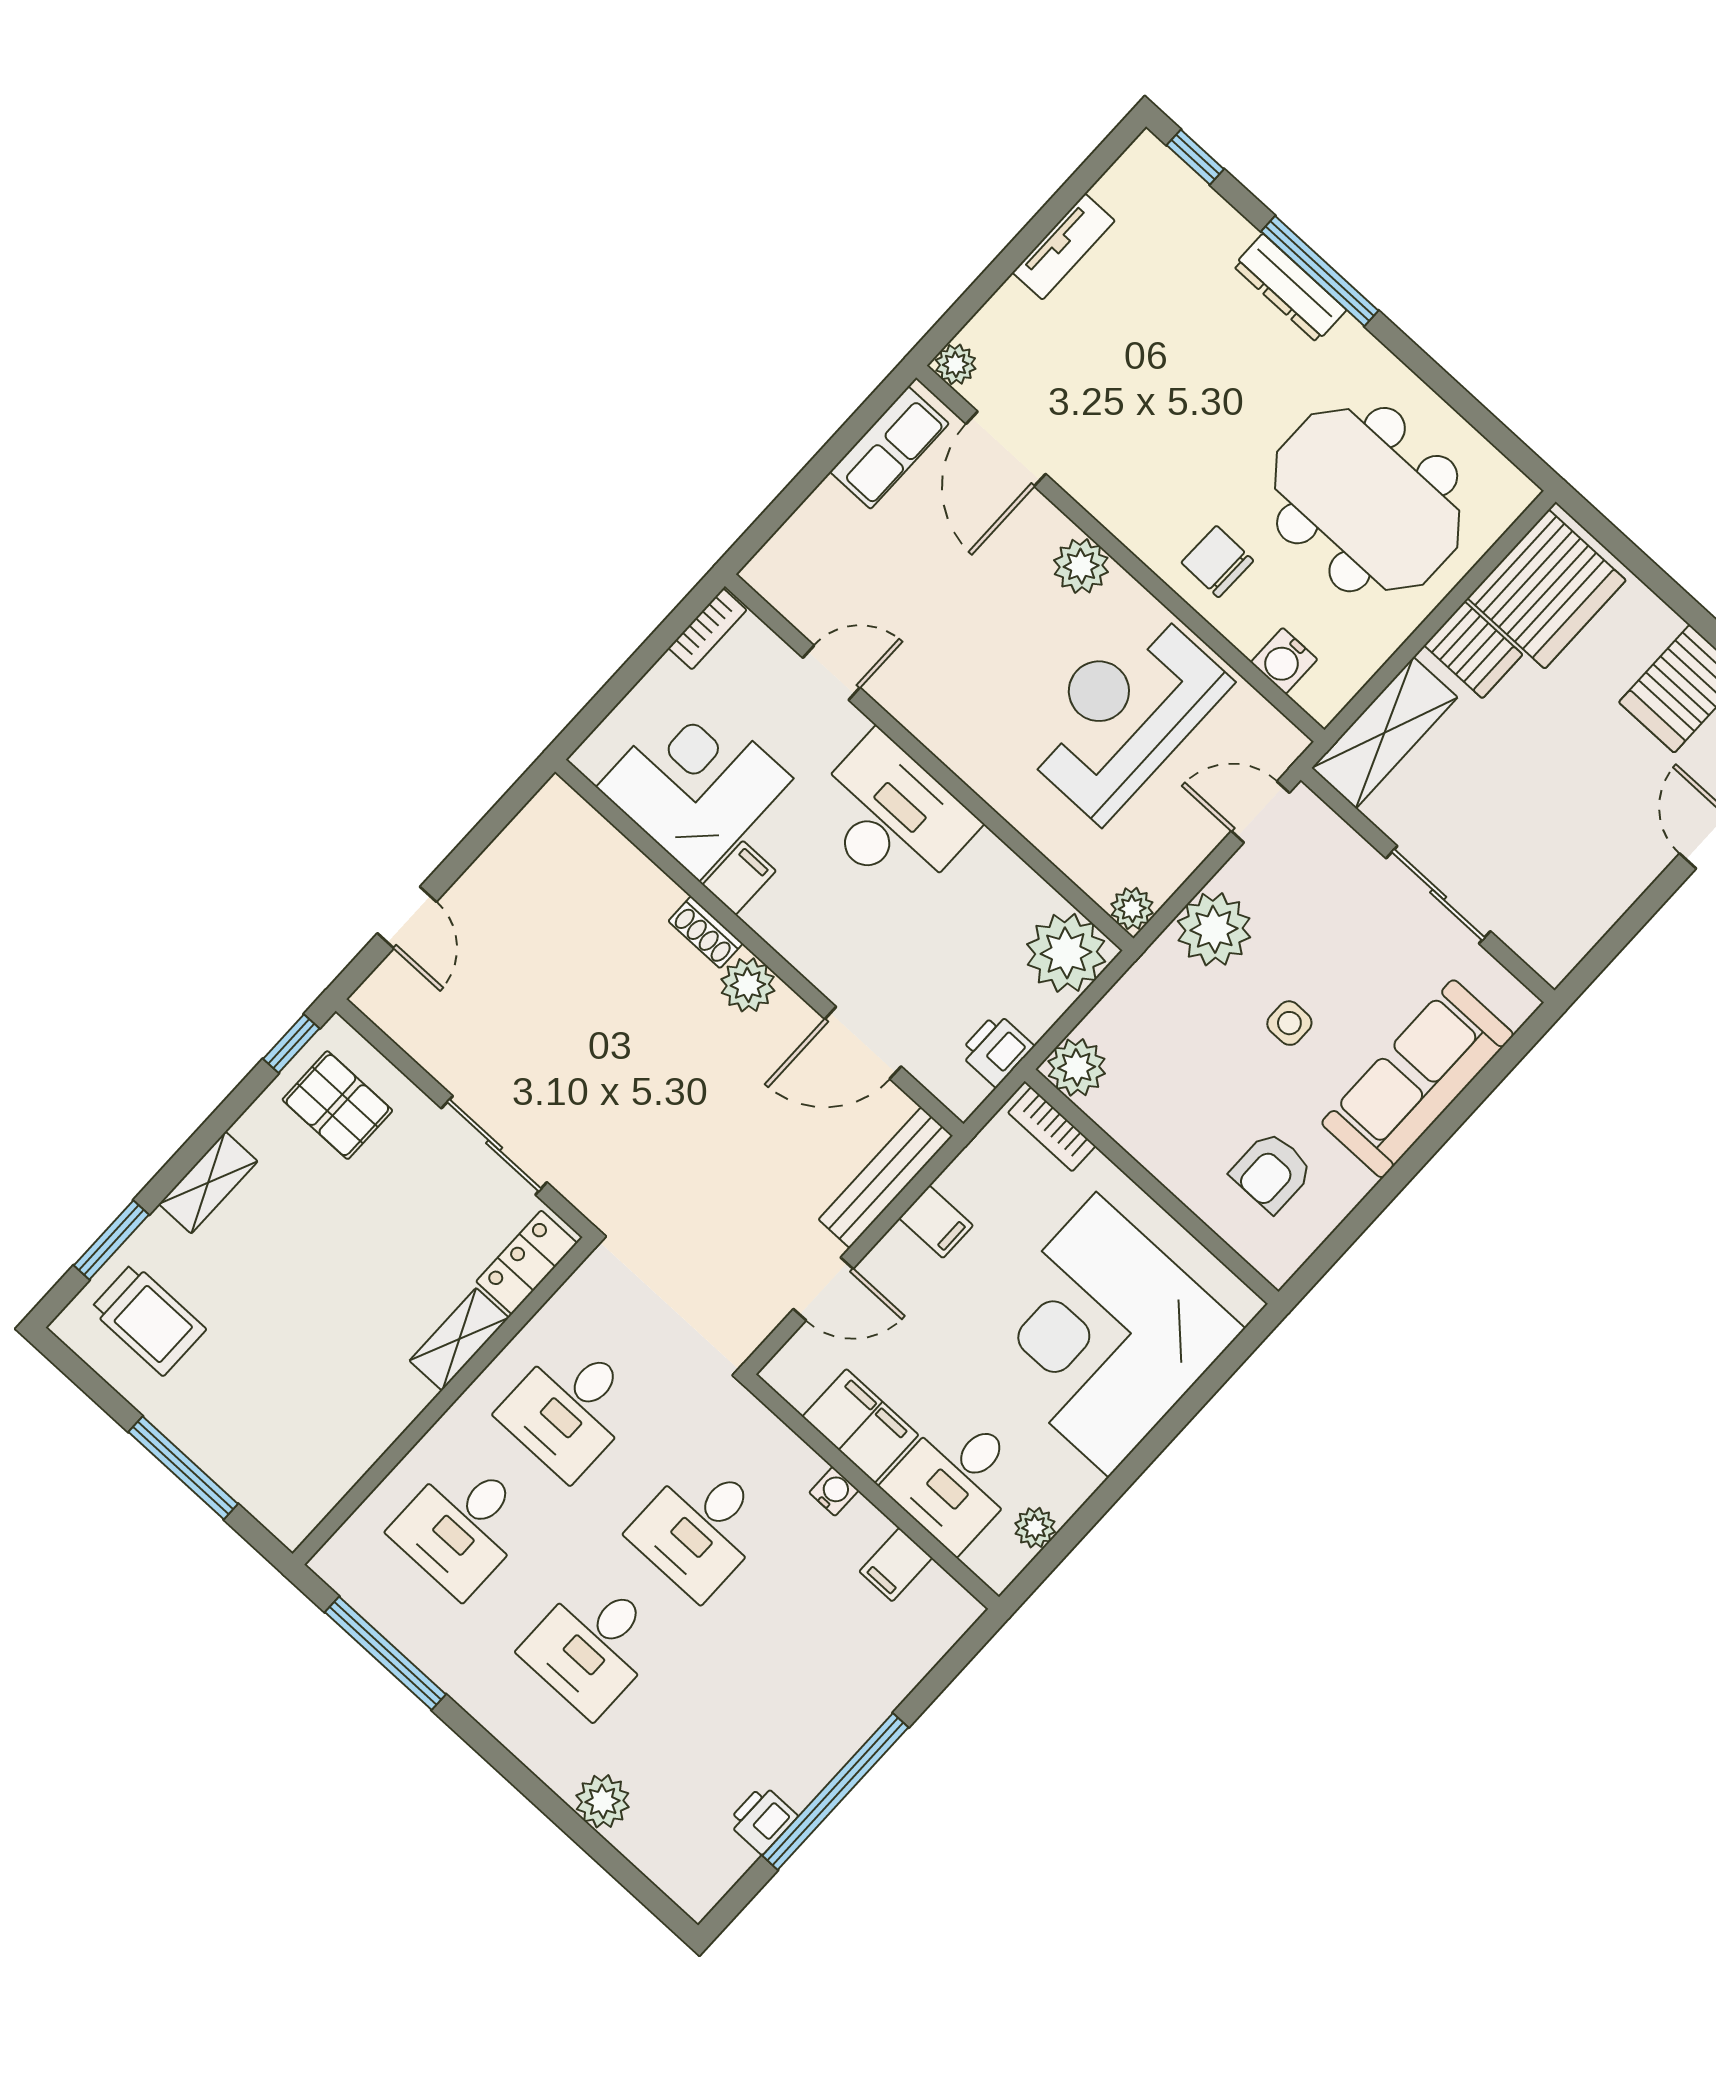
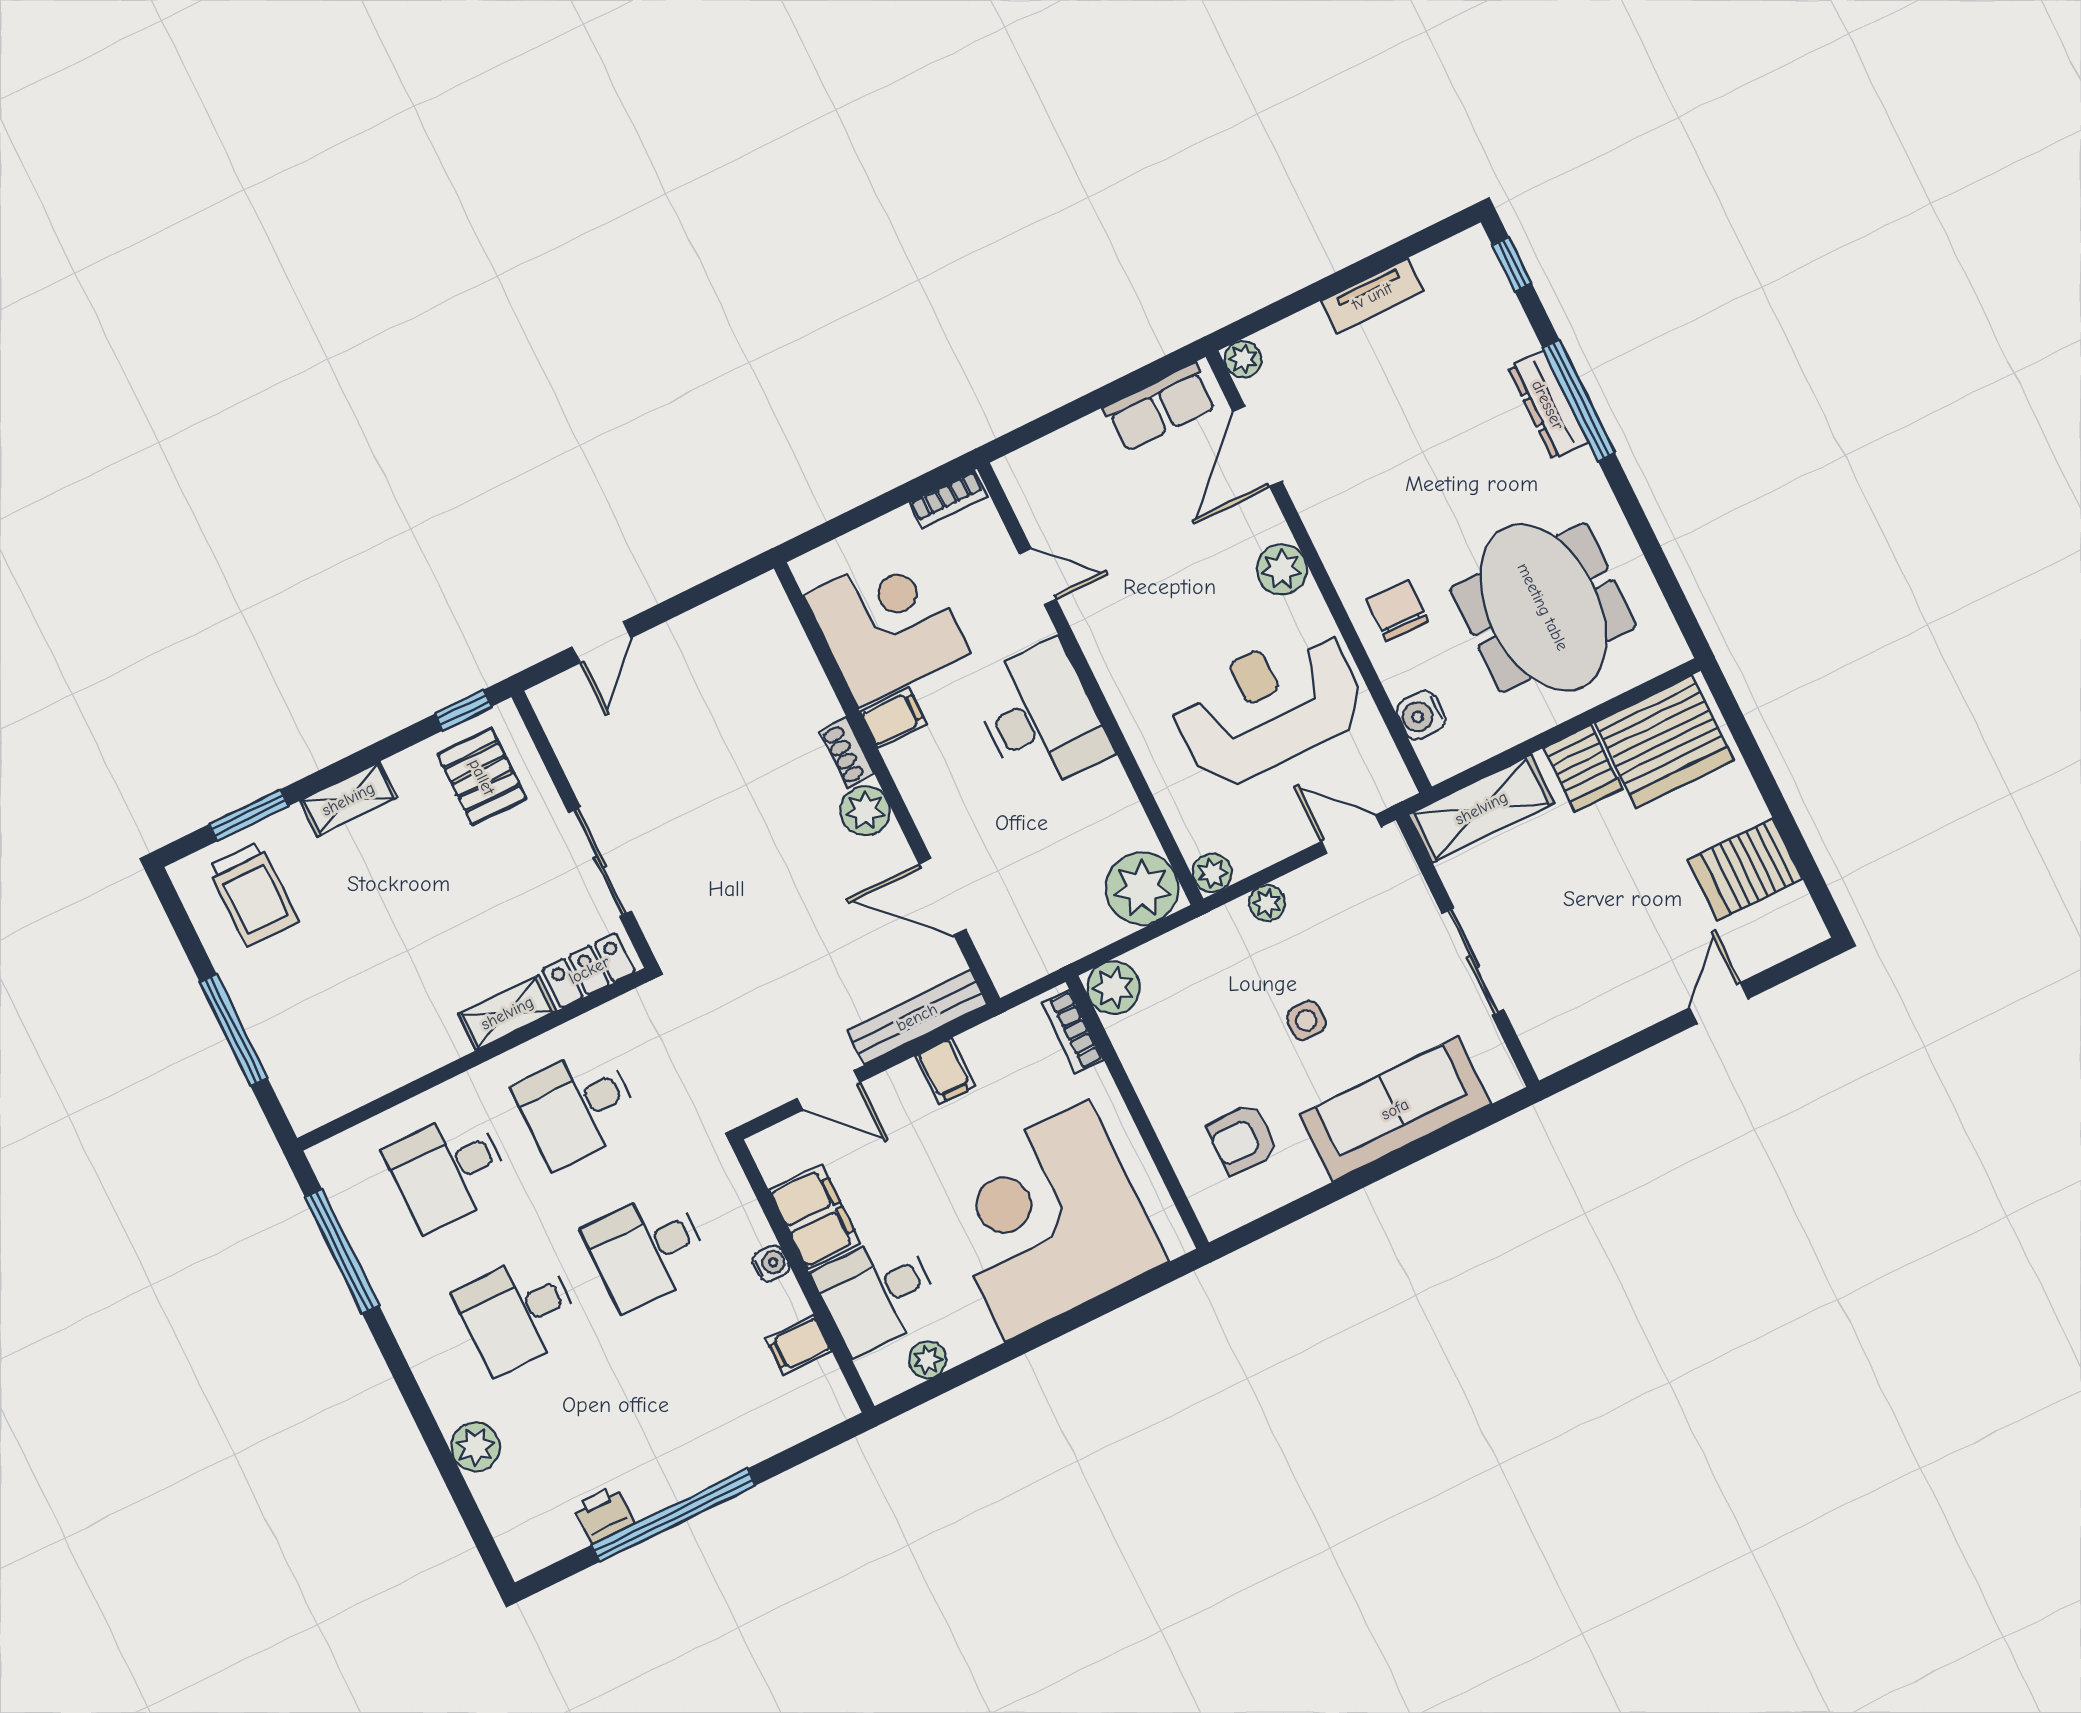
plant: (1214, 929) -> (1267, 903), width x0.53, depth x0.53
printer: (996, 1050) -> (1052, 947), removed

